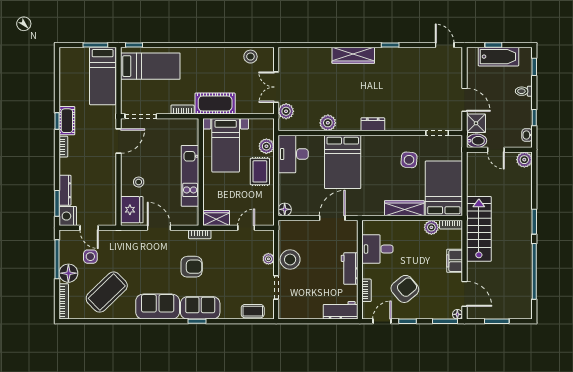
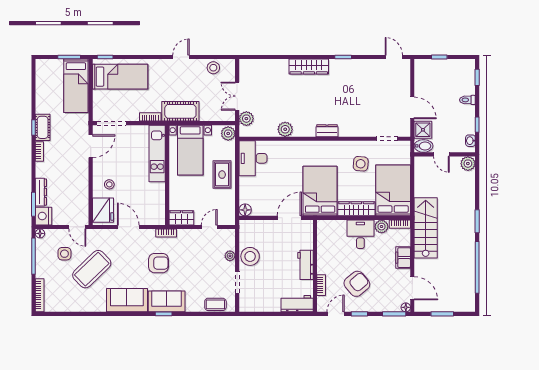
door: (216, 45) -> (181, 57), added
bathtub: (498, 57) -> (444, 68), removed
plant: (266, 146) -> (228, 133), moved
bed: (343, 162) -> (320, 191), moved, turned 180
kitchen unit: (190, 176) -> (157, 154), moved
door: (89, 228) -> (77, 227), moved
desk: (377, 249) -> (360, 234), moved, turned 90
floor lamp: (68, 273) -> (40, 233), moved, width x0.53, depth x0.53
coffee table: (107, 292) -> (92, 269), moved

